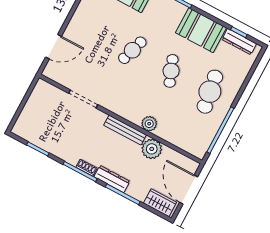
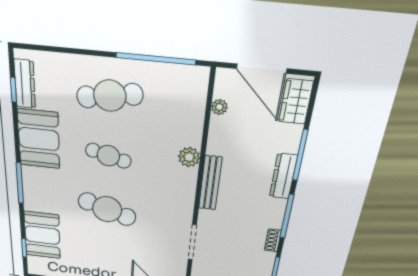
cafe table: (132, 50) -> (107, 209), width x1.37, depth x1.35
cafe table: (171, 71) -> (108, 156), turned 36
plant: (152, 149) -> (219, 107), moved, width x0.53, depth x0.53
shoe rack: (86, 168) -> (273, 240), moved
door: (189, 190) -> (262, 69), hinge flipped

